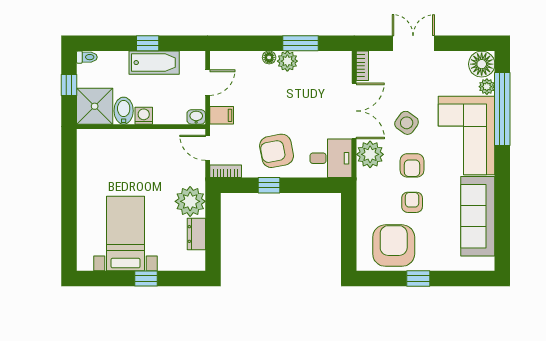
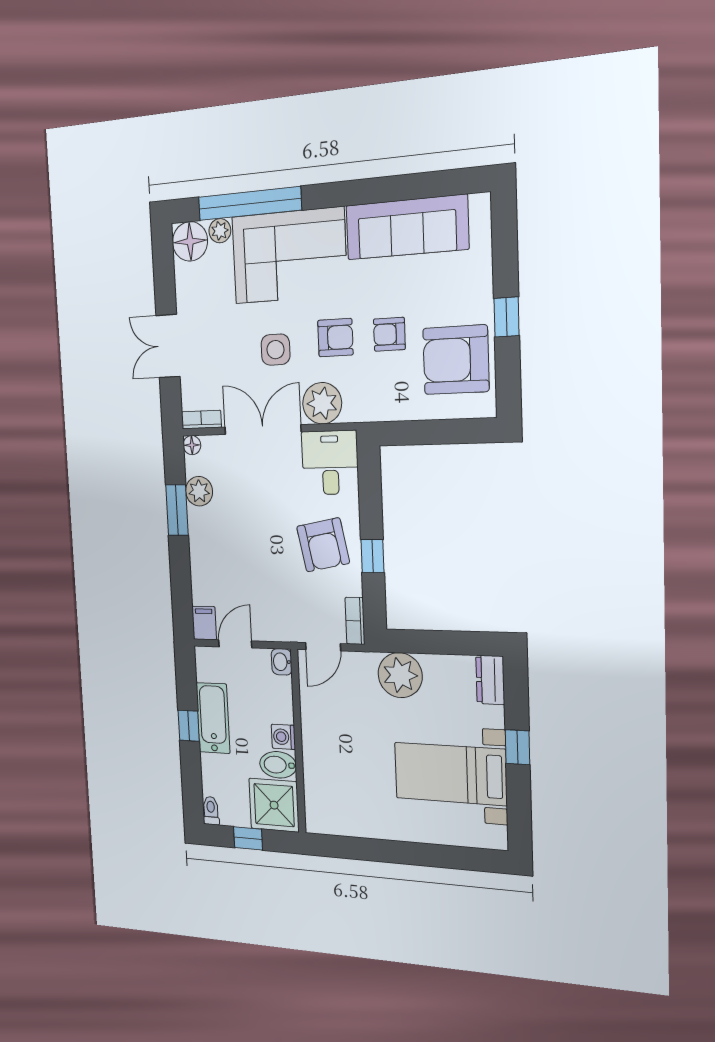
floor lamp: (269, 57) -> (192, 445), moved
plant: (287, 61) -> (199, 491), moved
door: (208, 83) -> (235, 644), hinge flipped
filing cabinet: (222, 115) -> (204, 623), moved
side table: (407, 123) -> (276, 350), turned -36
dresser: (196, 234) -> (490, 680), moved, turned 90

